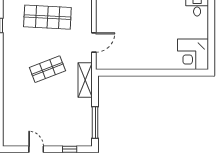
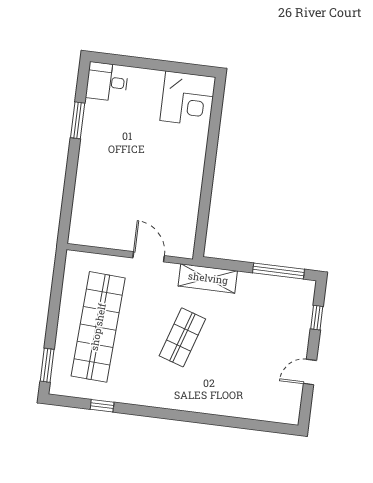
shop shelf: (47, 17) -> (98, 327), width x1.40
shop shelf: (47, 69) -> (182, 337), turned 39

